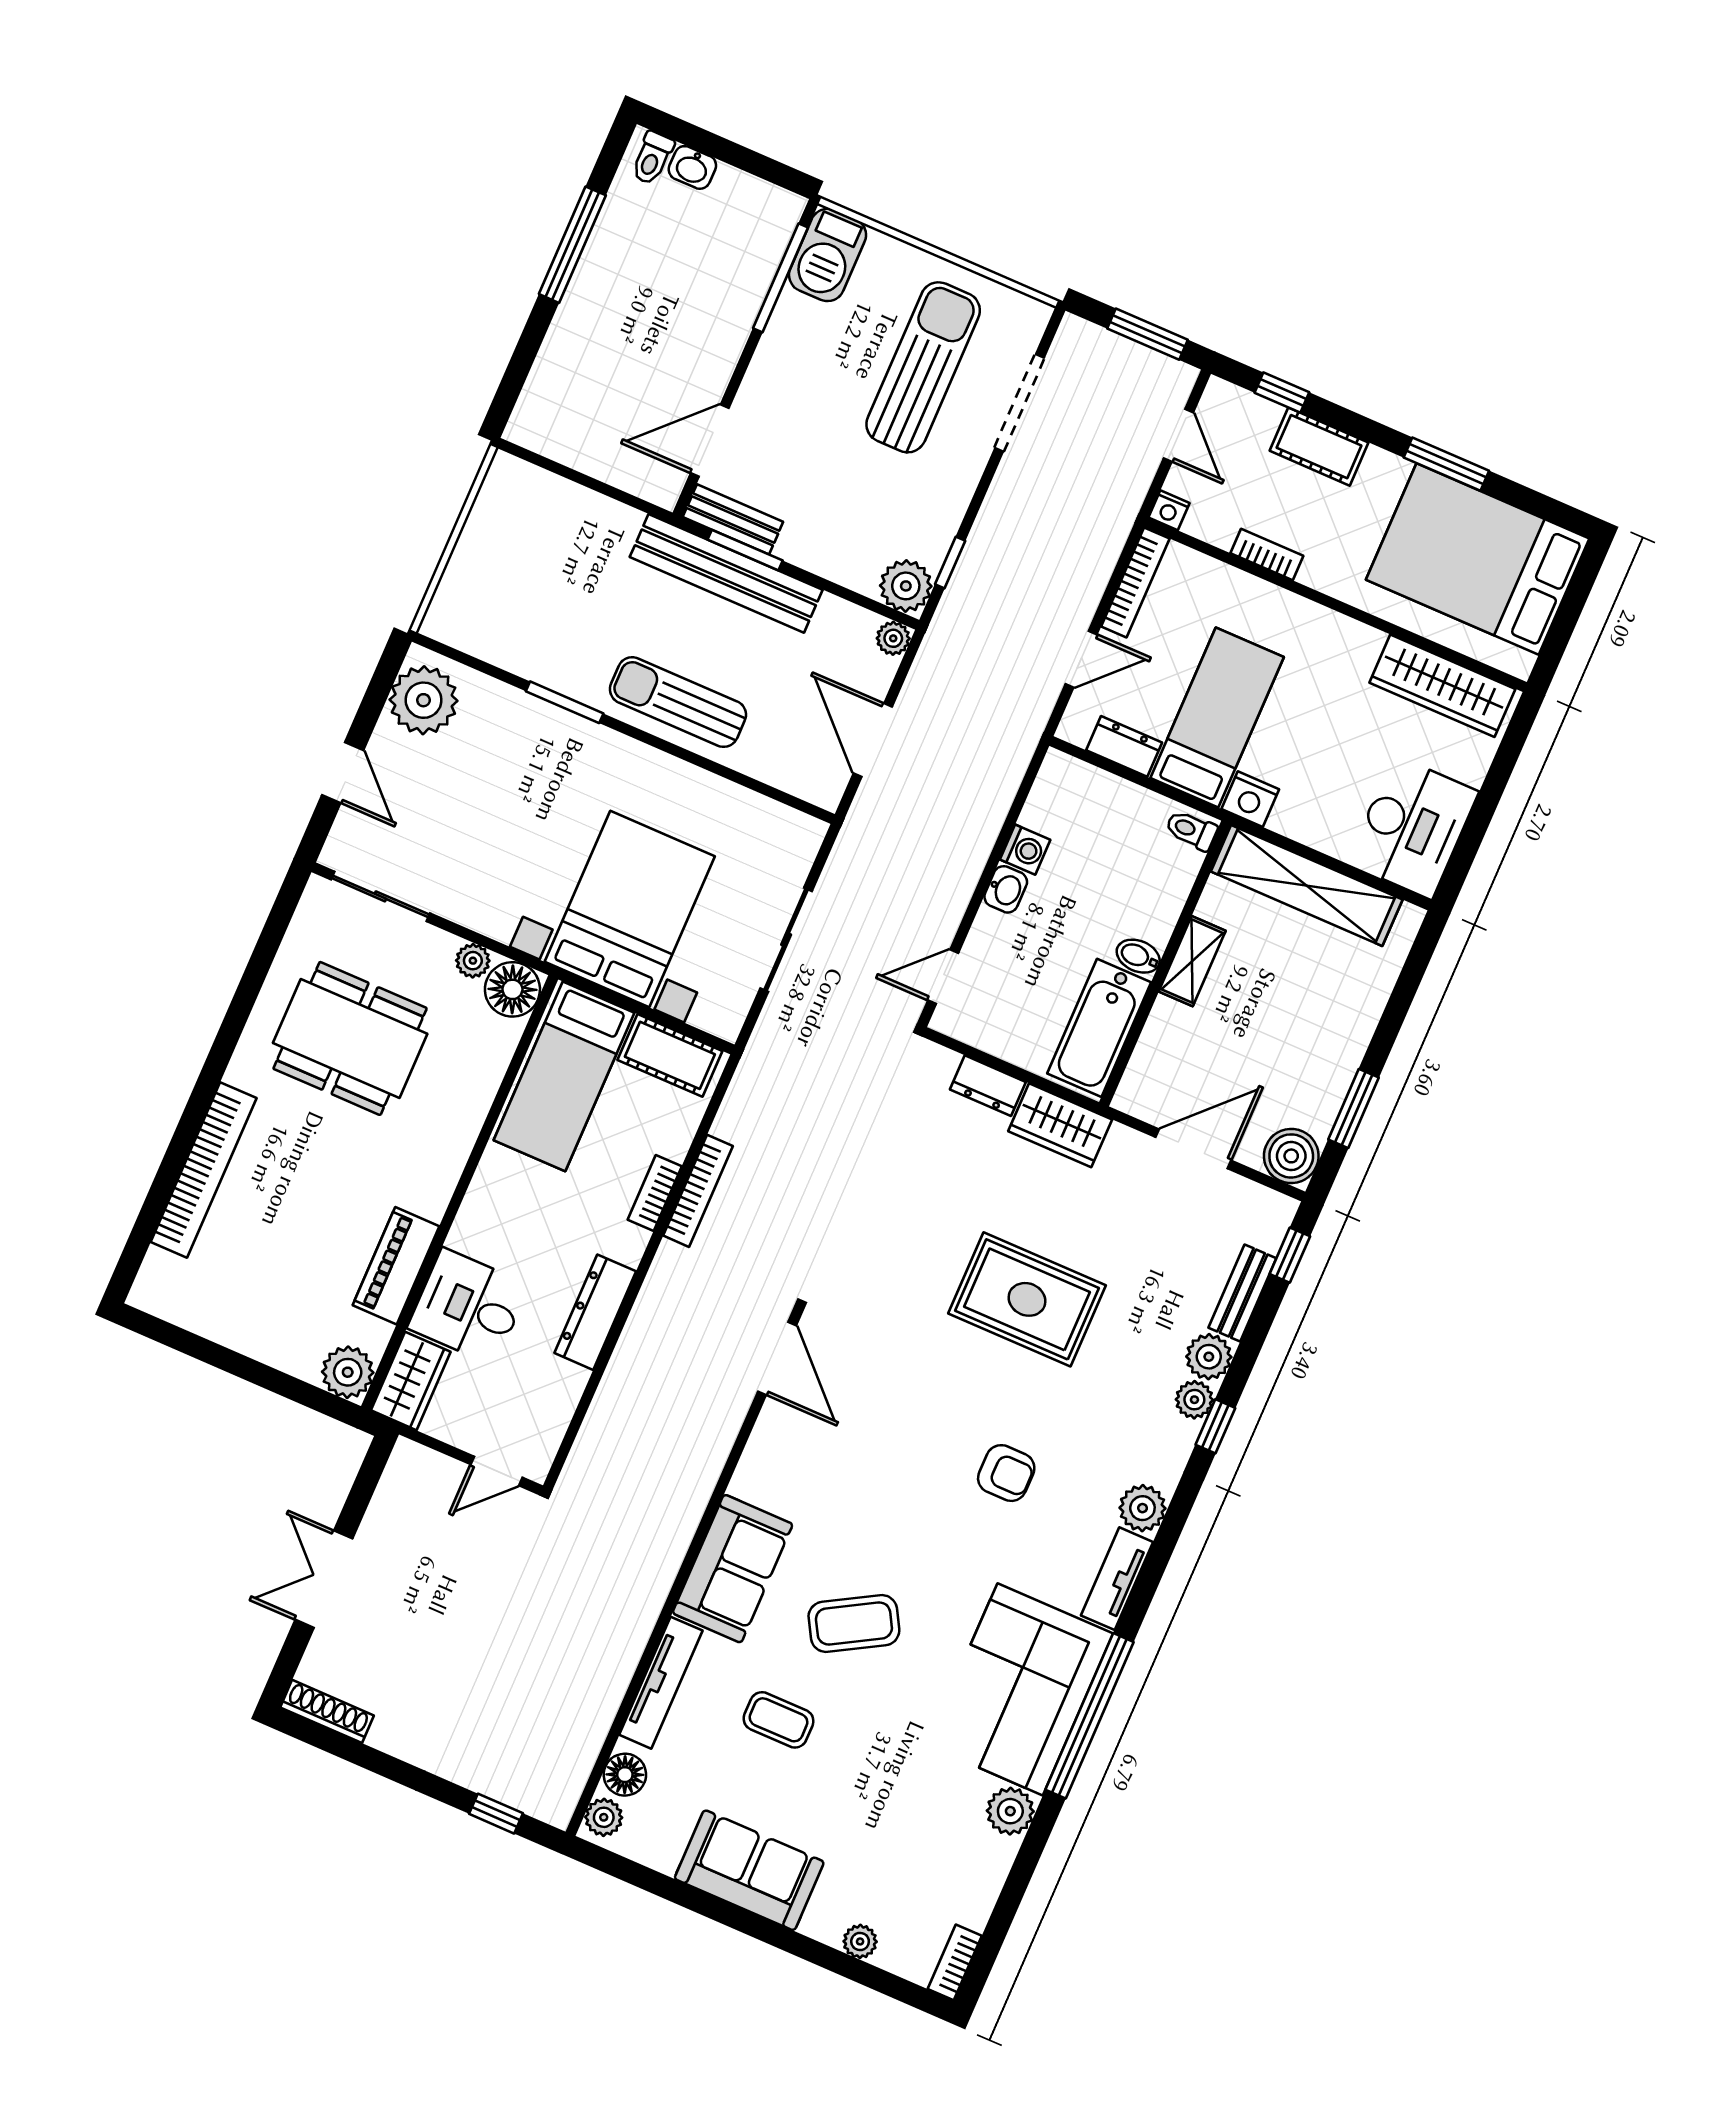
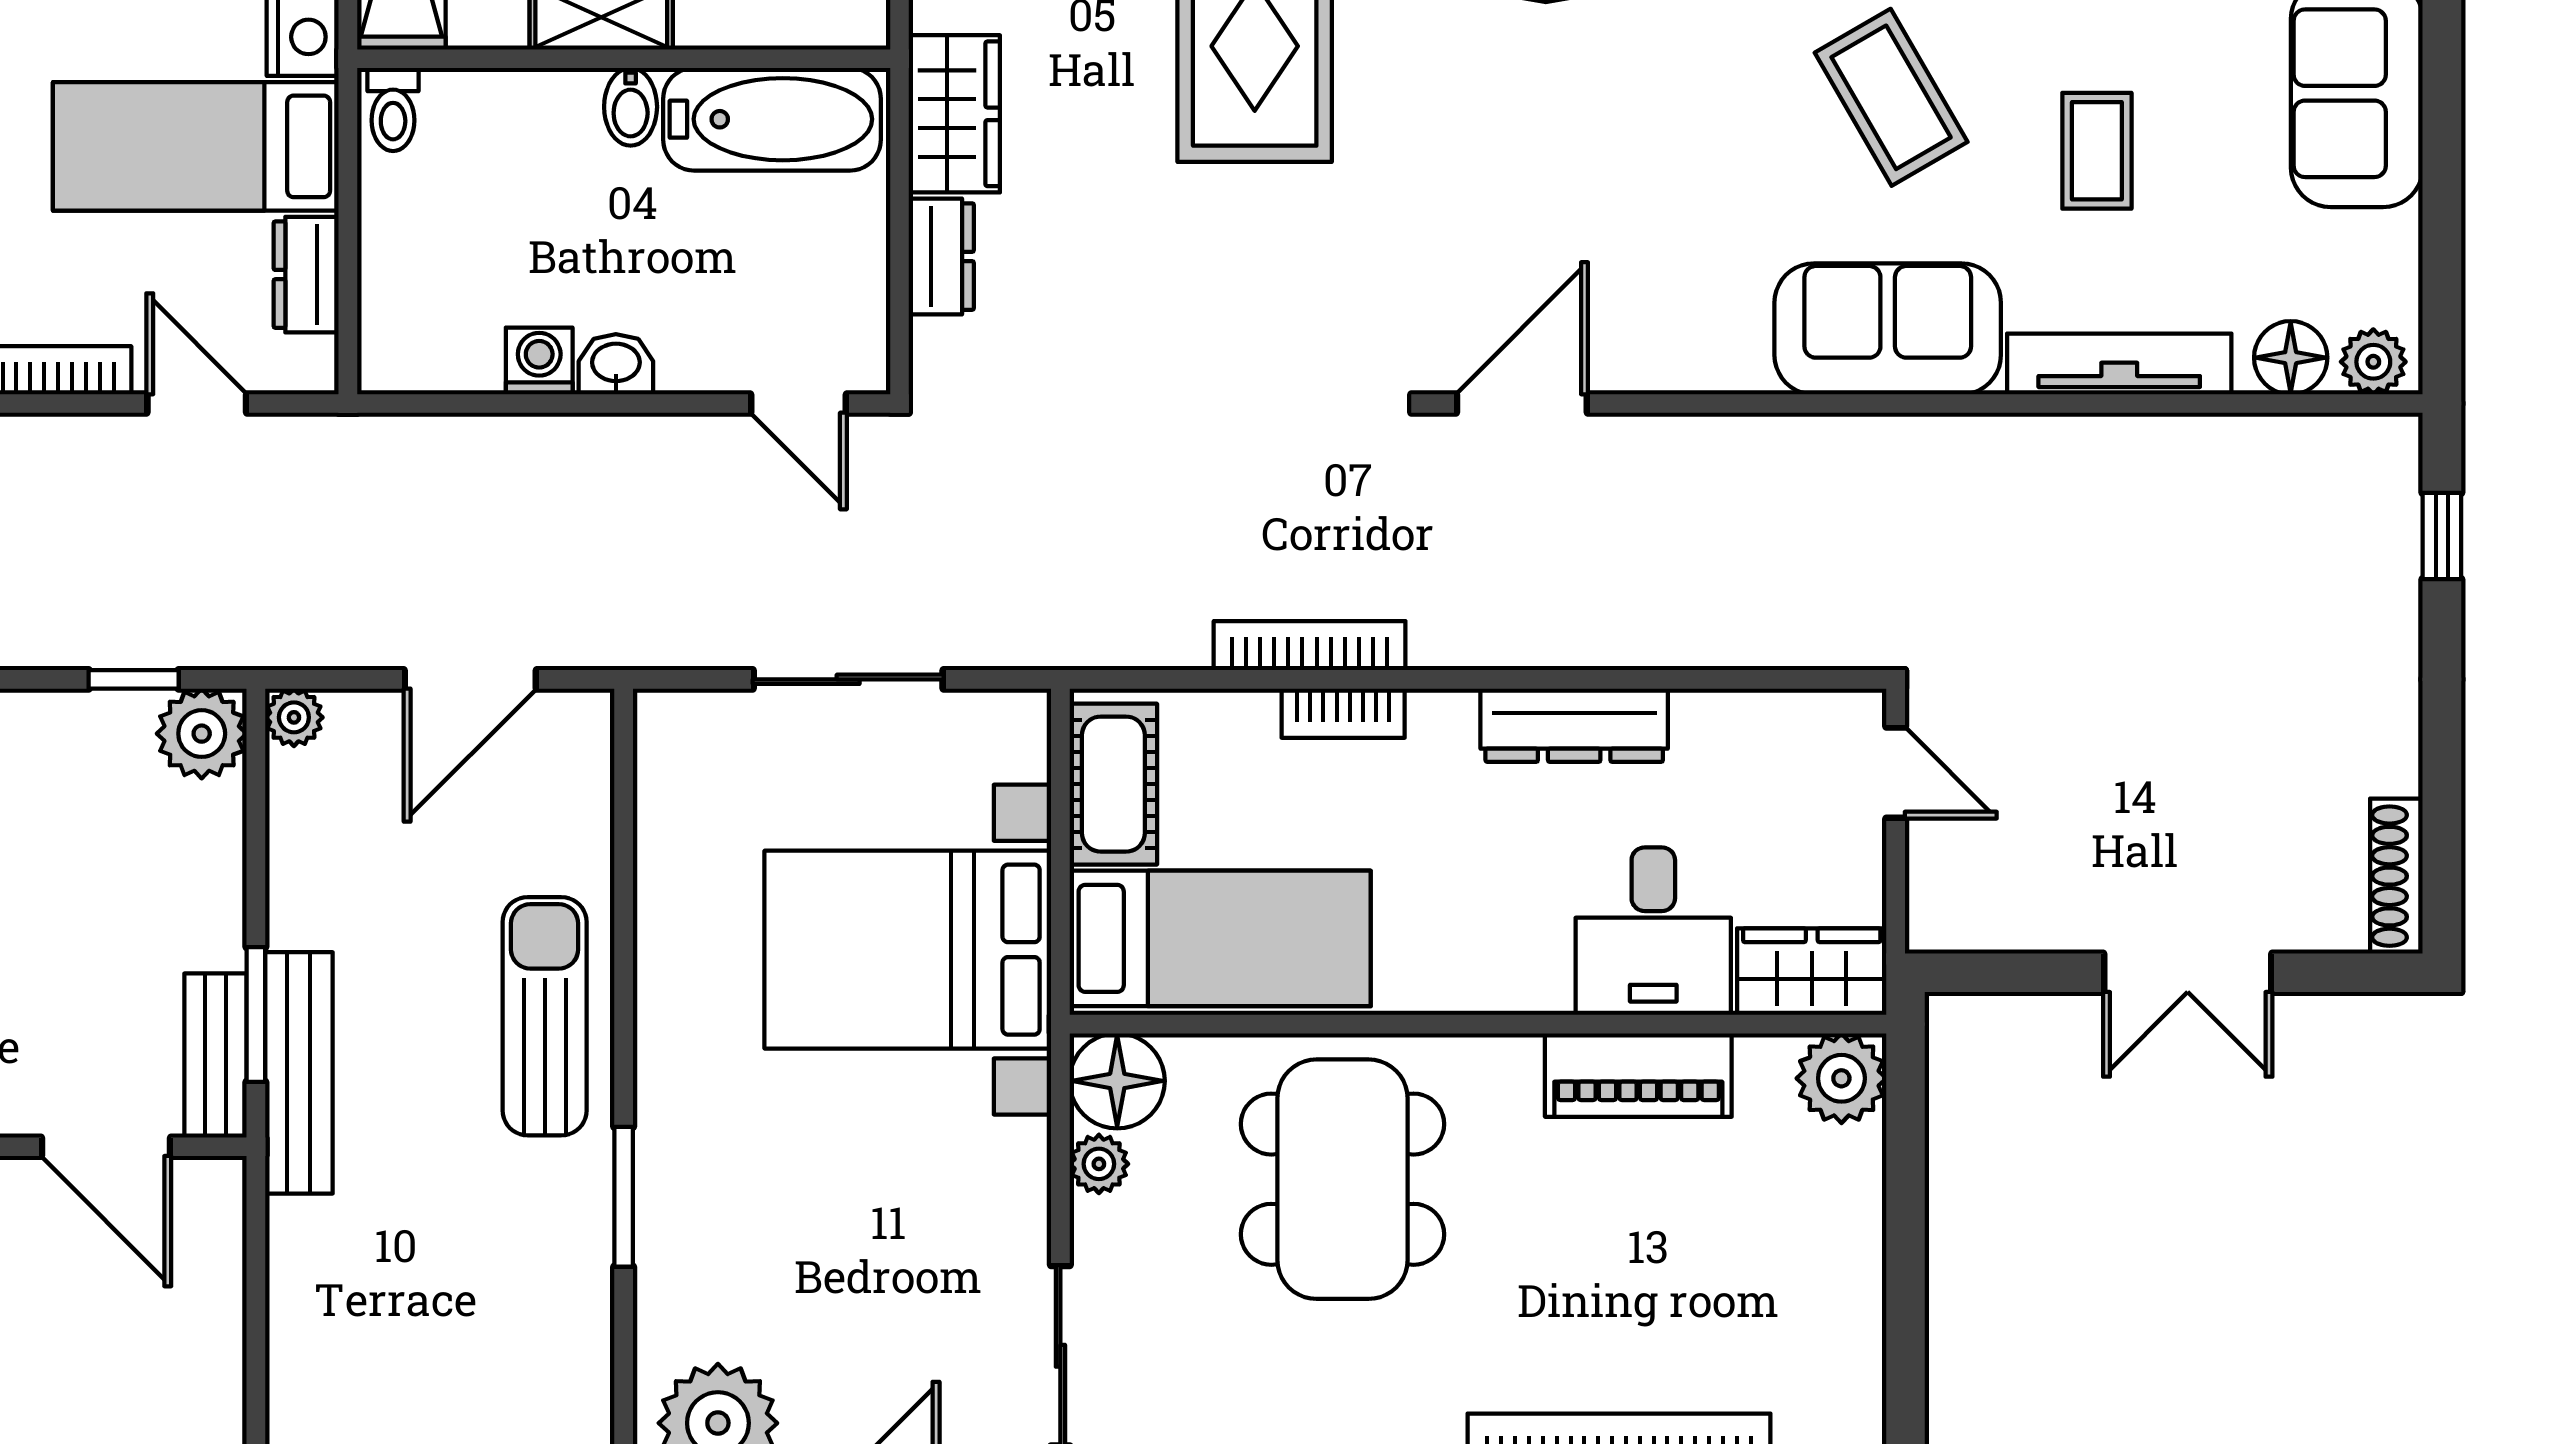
bench: (726, 573) -> (299, 1073), width x0.73, depth x0.82
sun lounger: (678, 702) -> (545, 1016), turned 180
dining table: (350, 1038) -> (1343, 1179), moved

